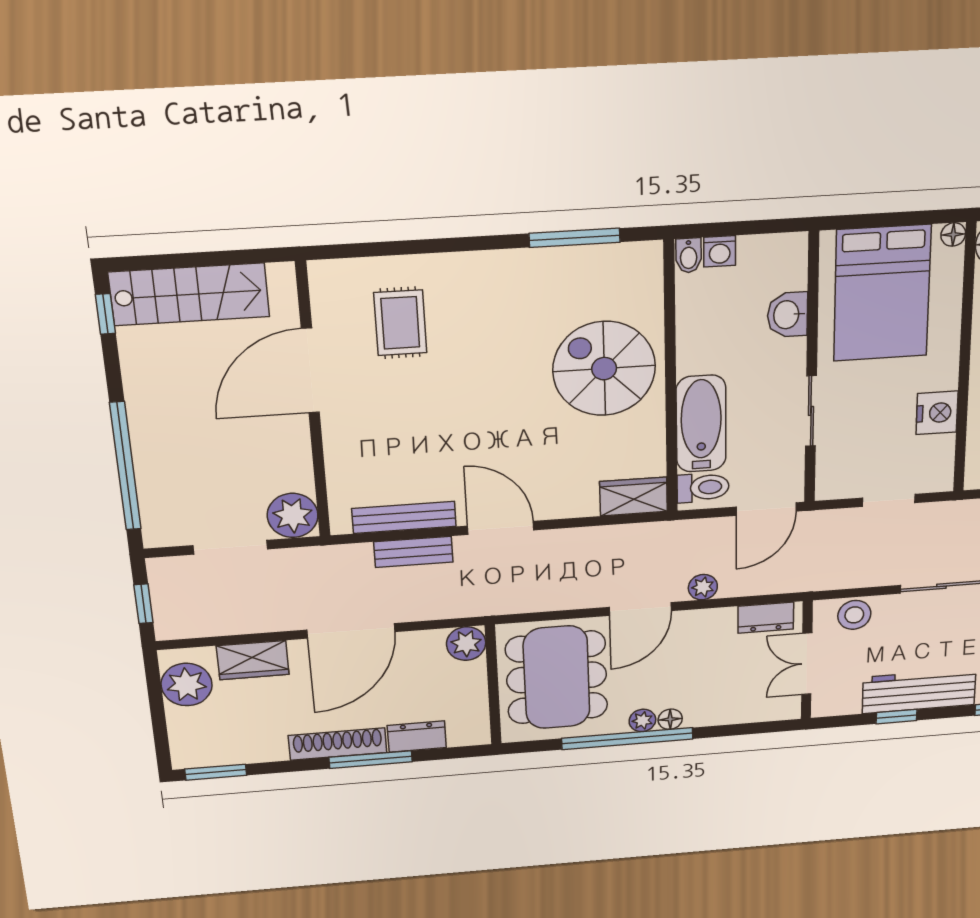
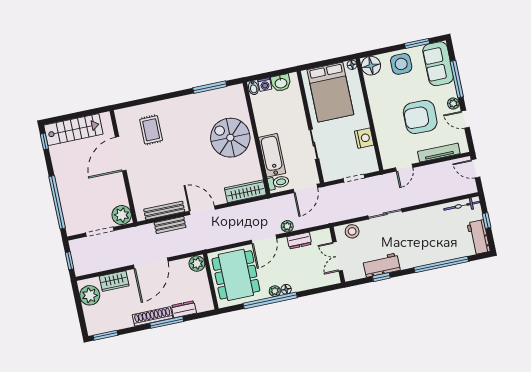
washbasin: (787, 315) -> (281, 83), moved, turned -90
wardrobe: (634, 497) -> (245, 191), width x1.50
dresser: (766, 618) -> (299, 241), moved
workbench: (919, 691) -> (382, 265), width x0.73

